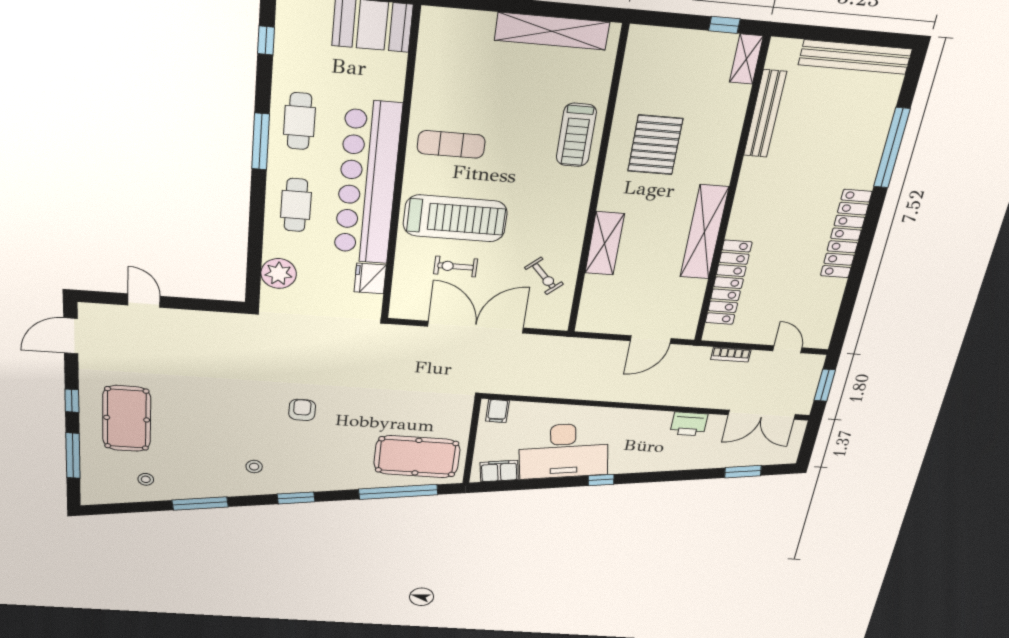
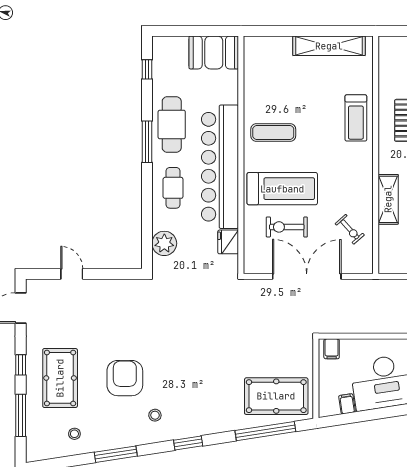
cafe table: (299, 121) -> (172, 124), width x1.37, depth x1.35
exercise bike: (456, 266) -> (287, 227), width x1.38, depth x1.39
armchair: (302, 410) -> (125, 378), moved, width x1.88, depth x1.88
filing cabinet: (499, 471) -> (347, 404), width x0.50

